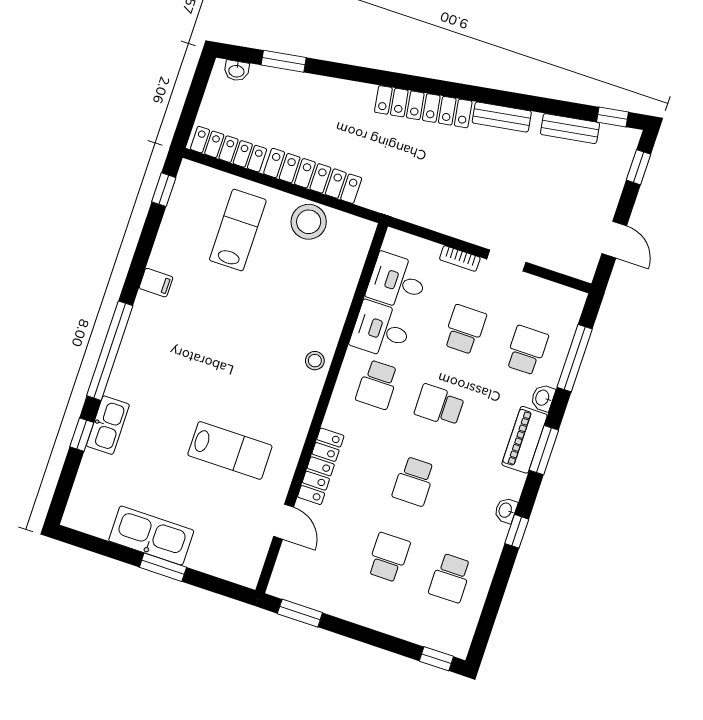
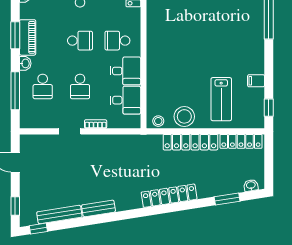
locker: (423, 107) -> (169, 196), moved
bench: (570, 129) -> (59, 215), width x1.36
filing cabinet: (156, 283) -> (256, 81), moved
stool: (315, 361) -> (158, 121), moved
school desk: (377, 385) -> (117, 41), turned -90

